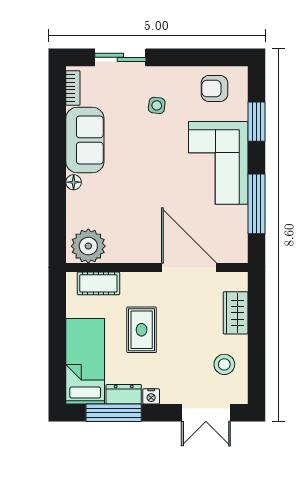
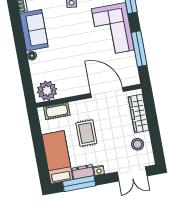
wardrobe: (236, 313) -> (139, 114), width x1.50

